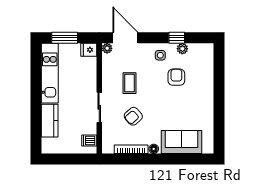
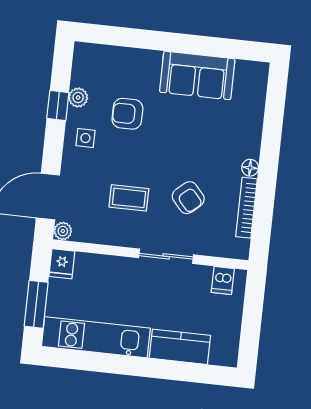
sofa: (181, 142) -> (197, 75), moved, turned -90

